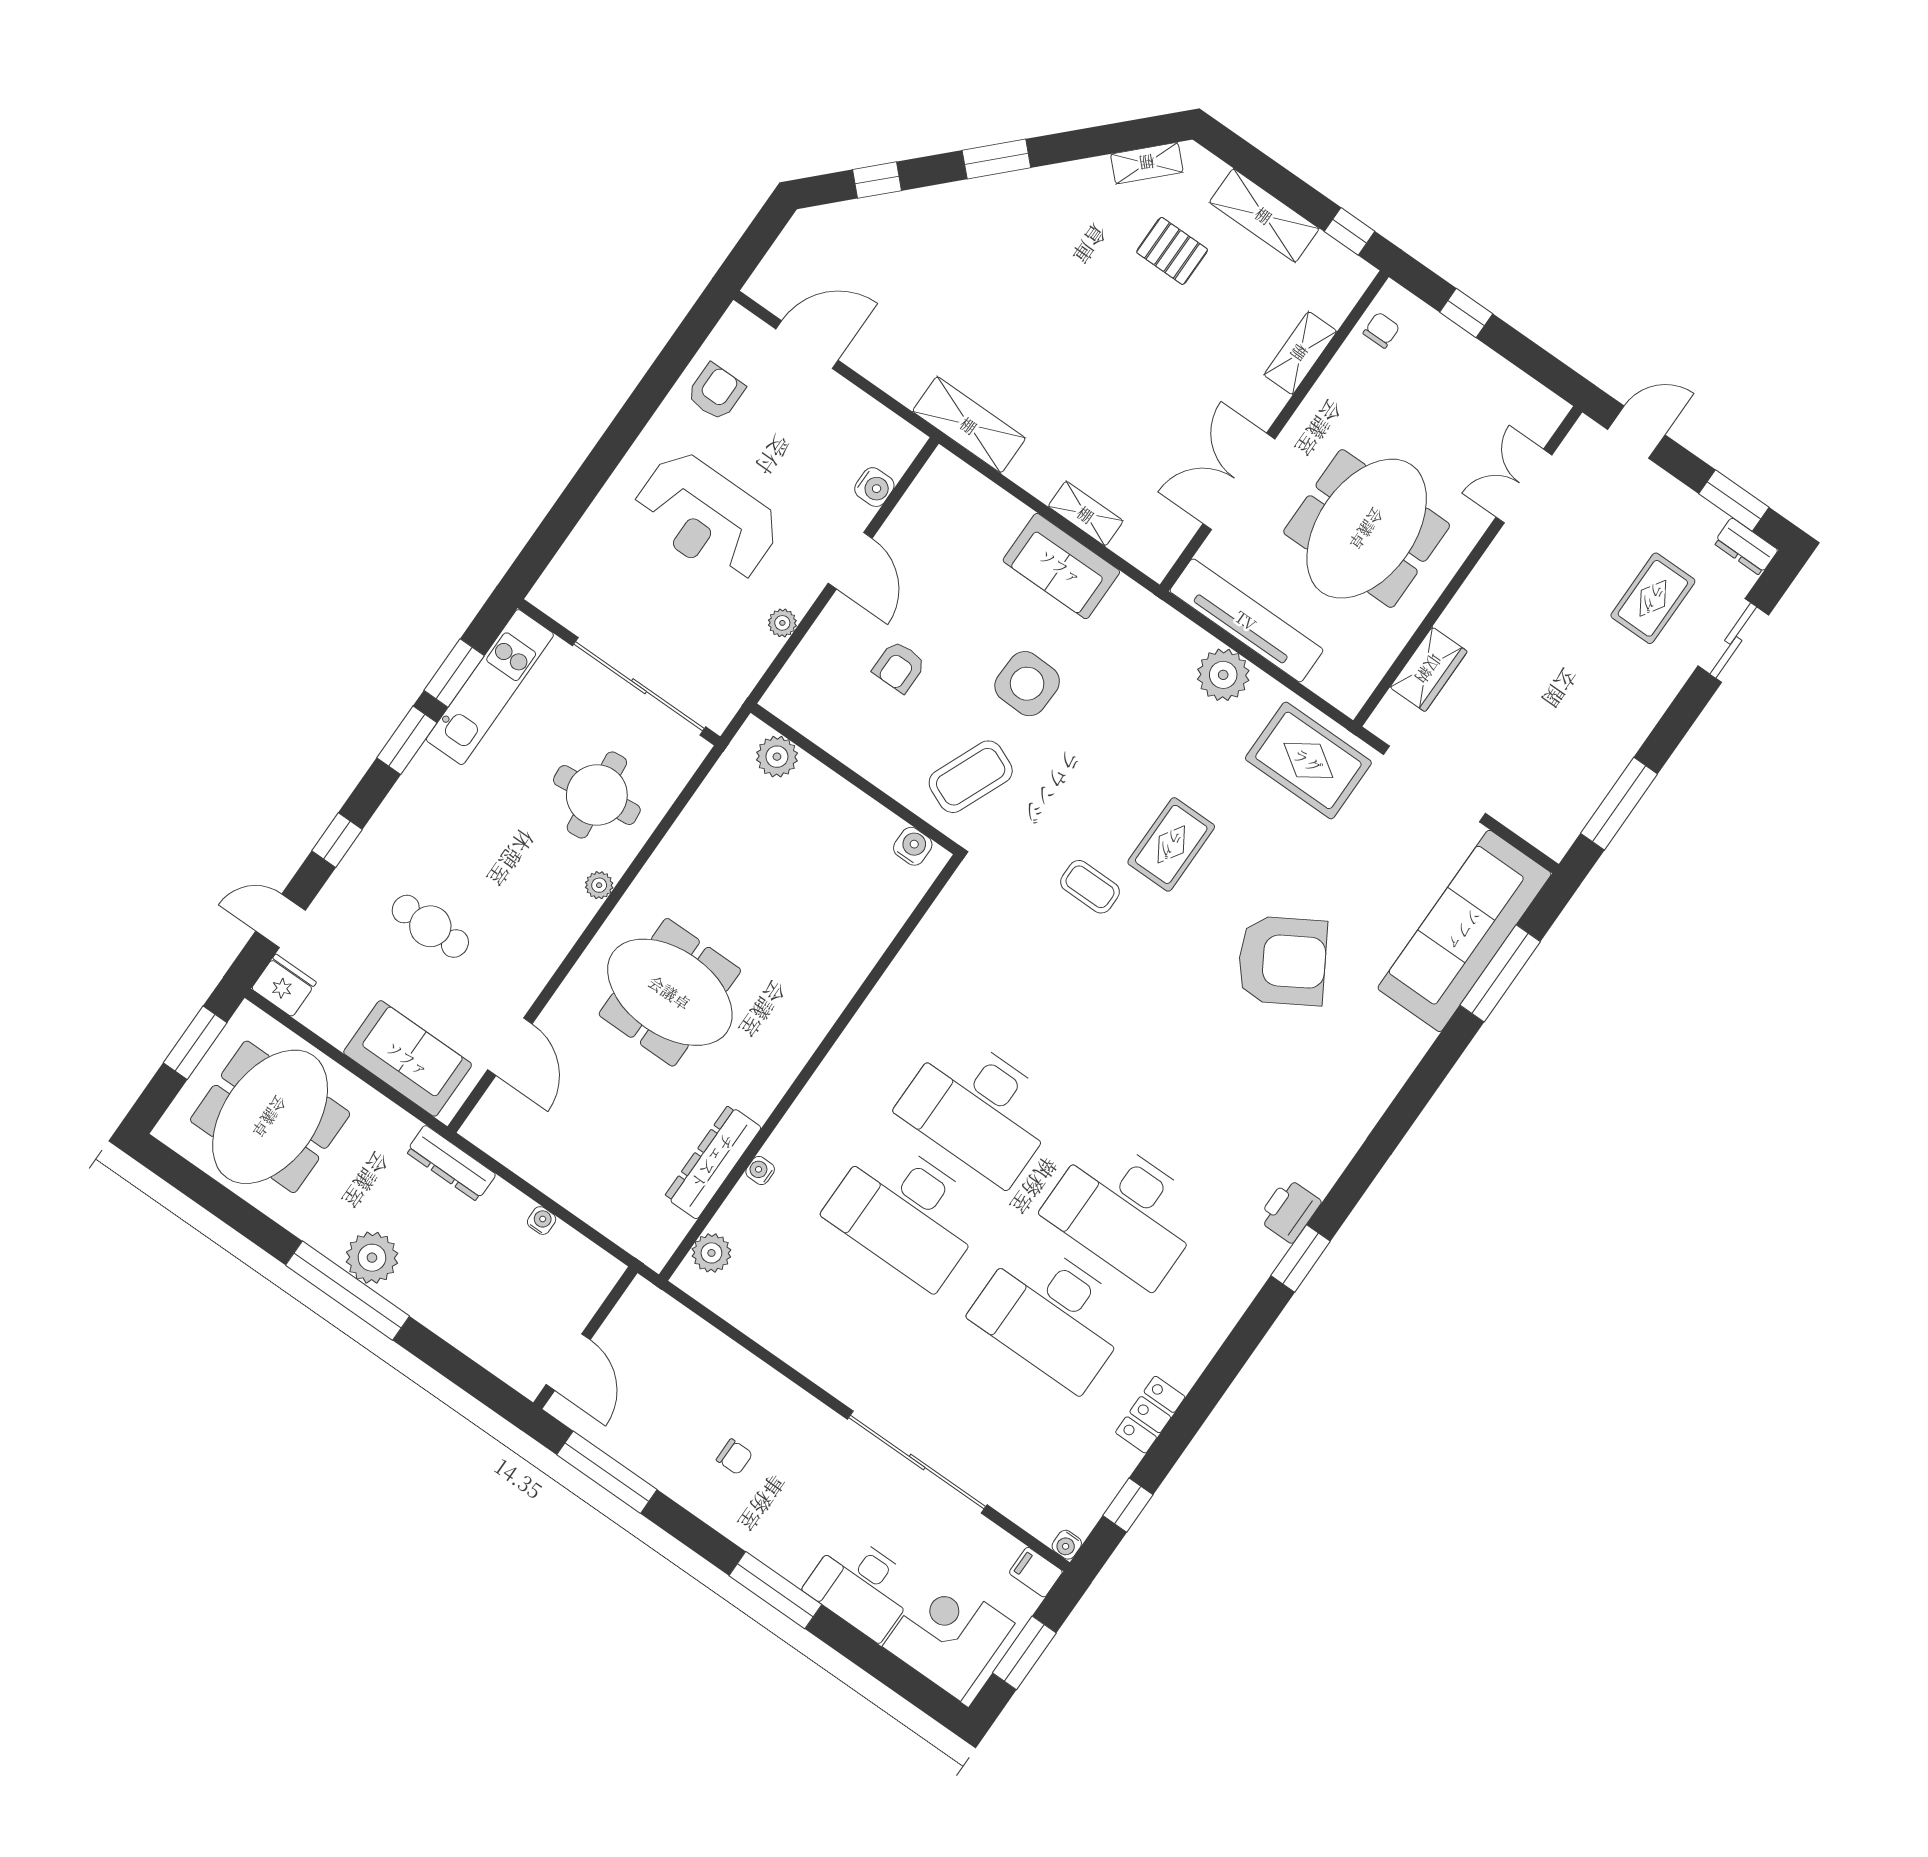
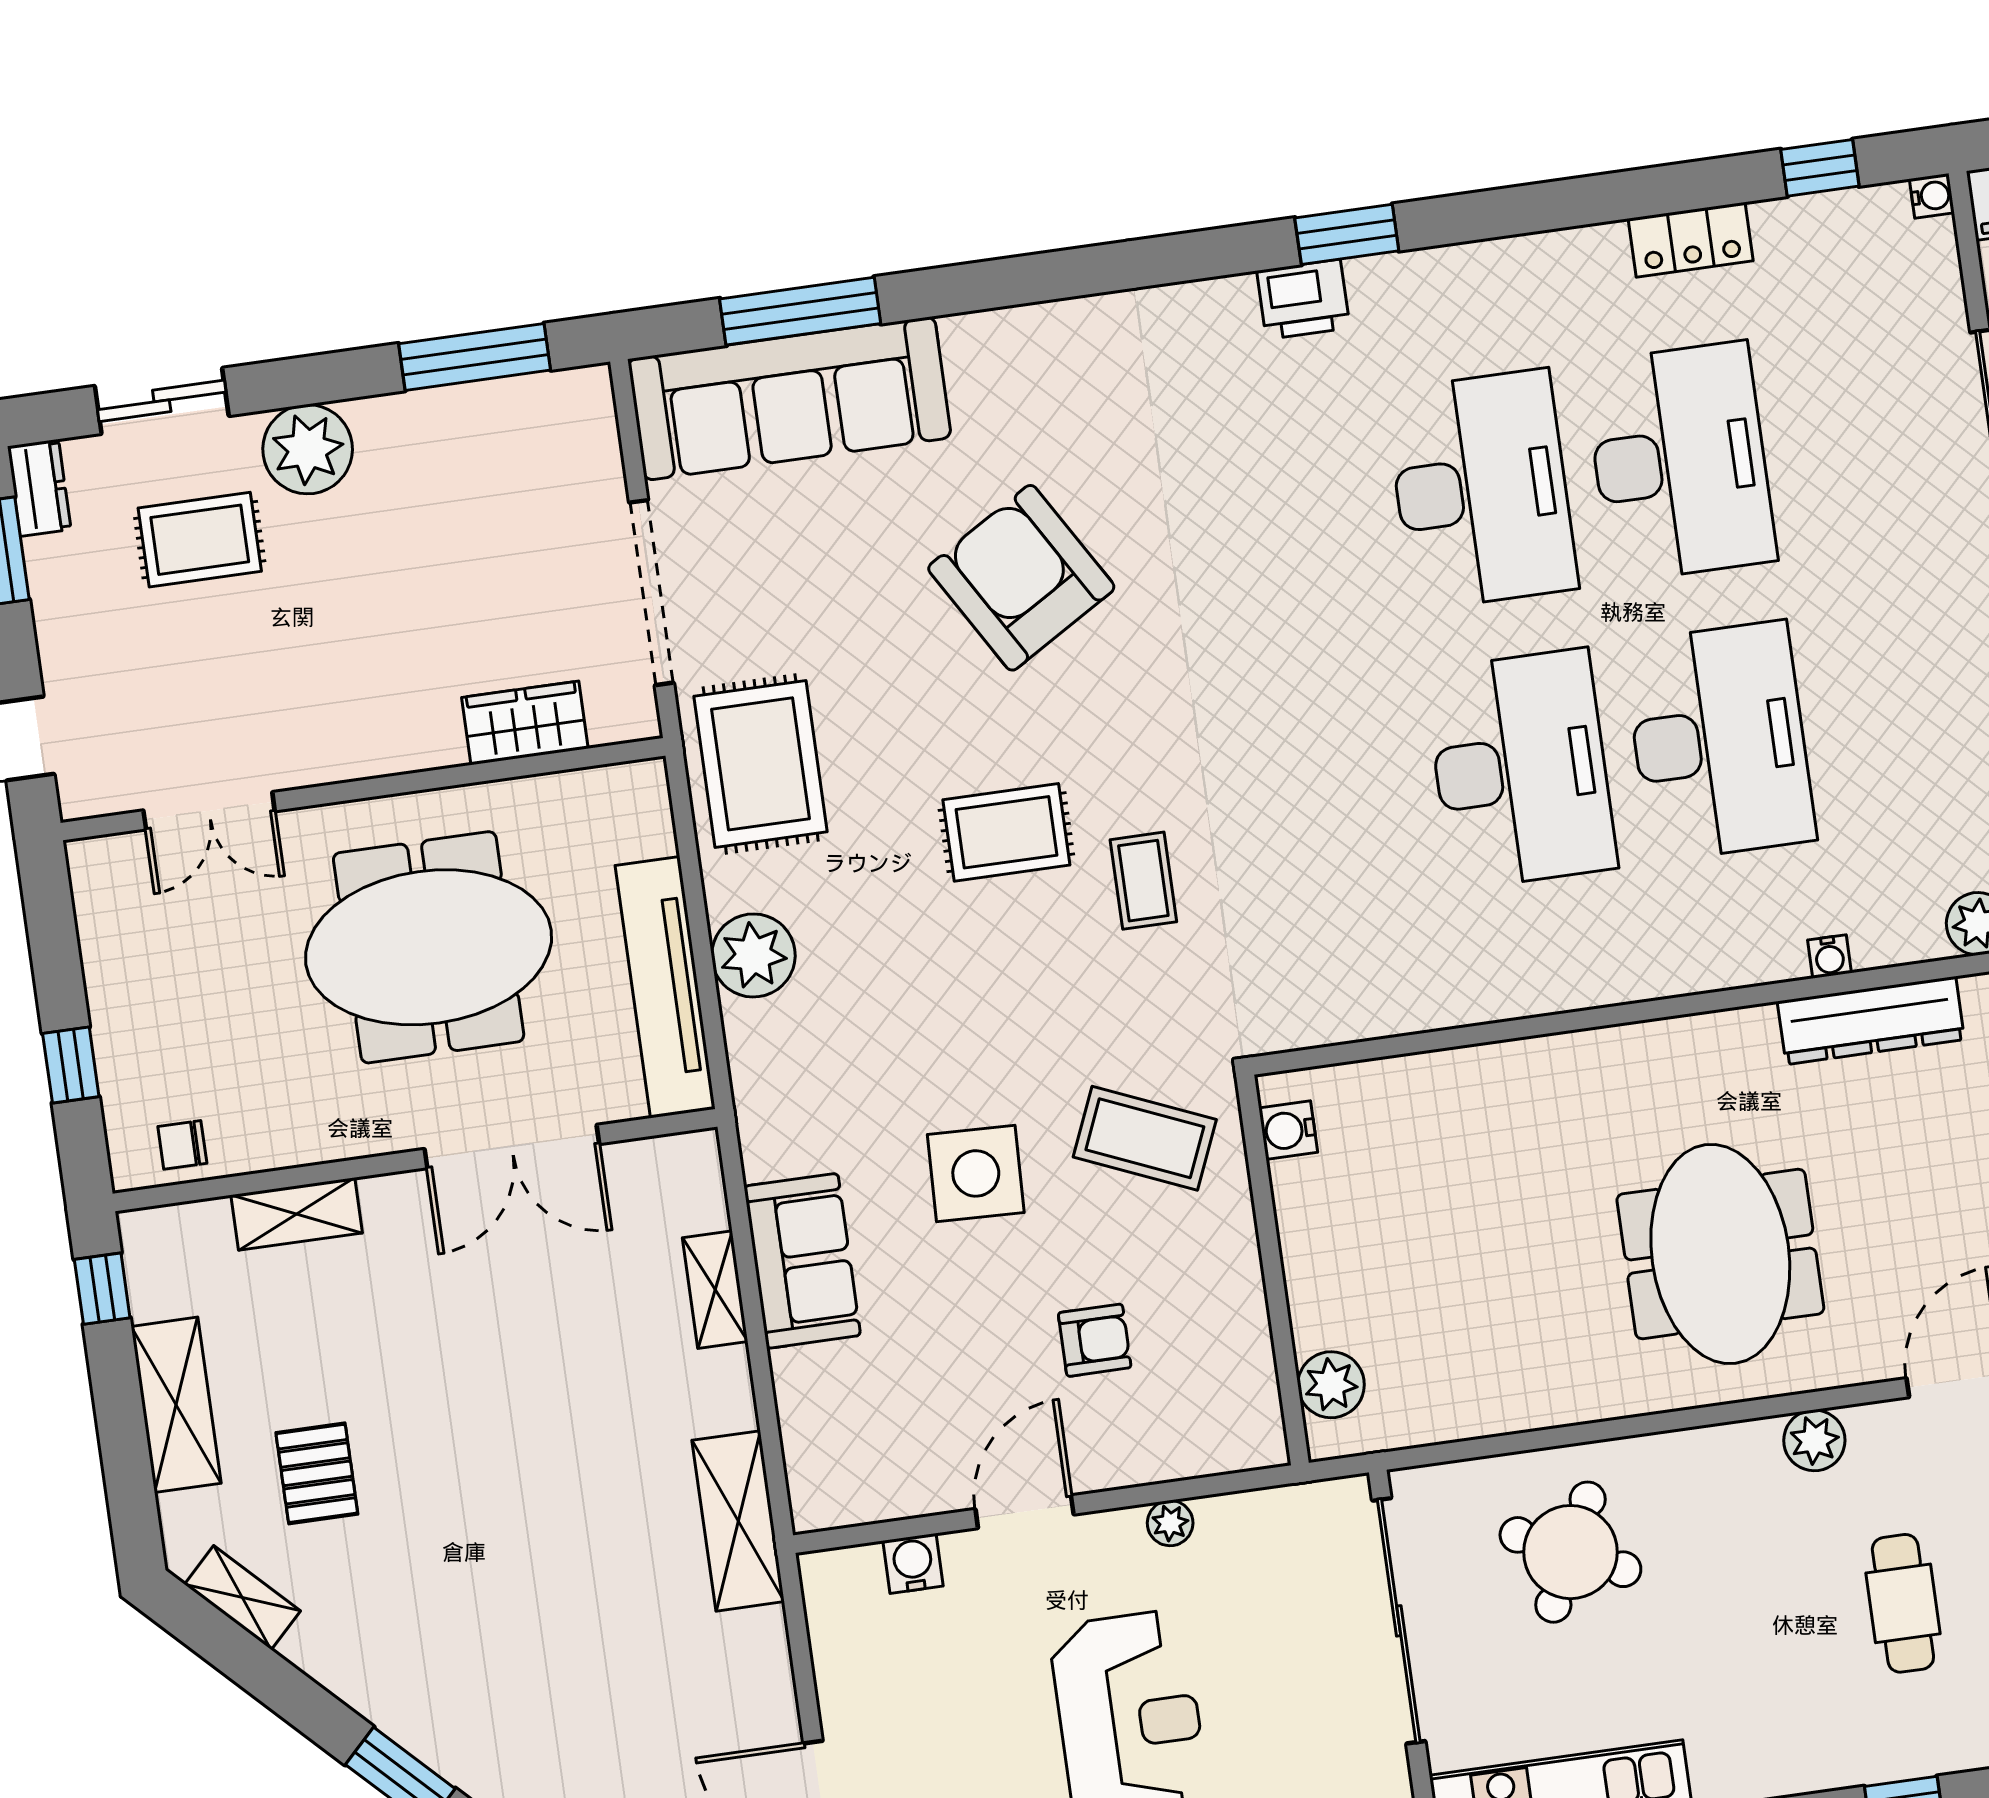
plant: (1648, 687) -> (308, 449), added
round table: (597, 795) -> (1570, 1552), turned 32
plant: (599, 885) -> (1814, 1440), moved, width x1.38, depth x1.38

